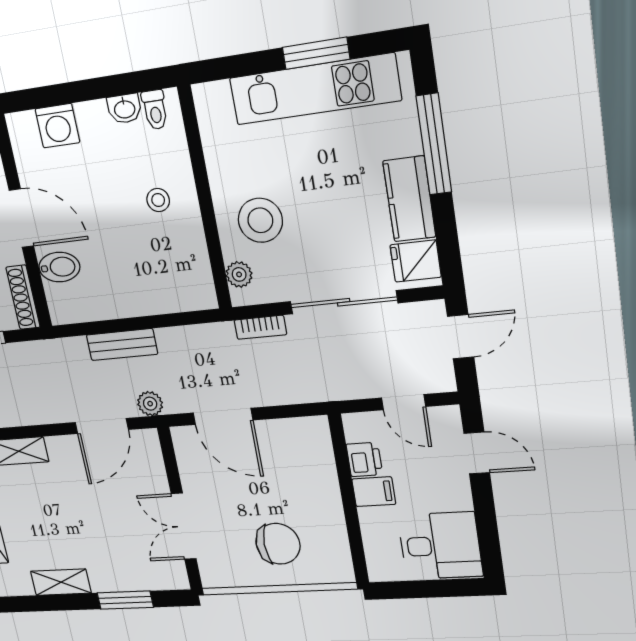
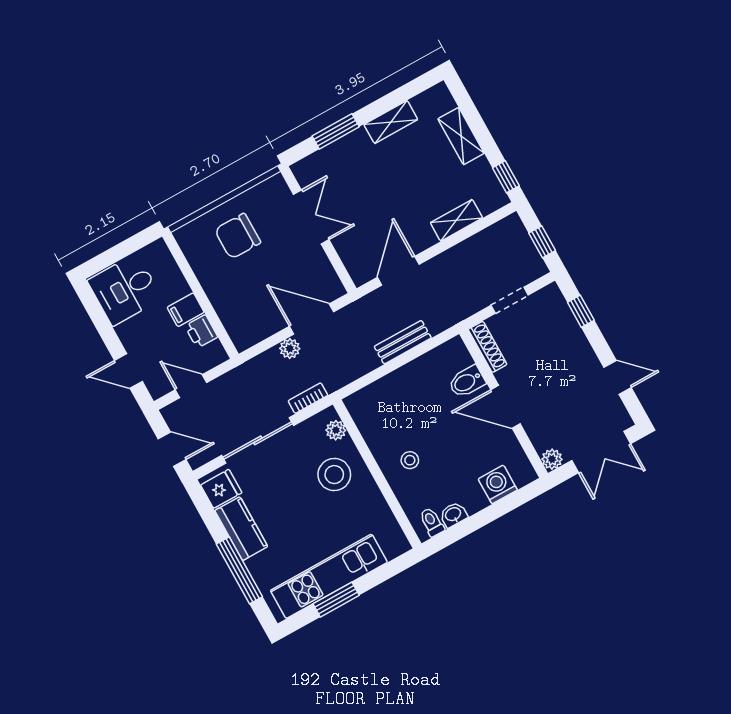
door: (461, 337) -> (172, 449), swing flipped
plant: (150, 404) -> (290, 349), moved

